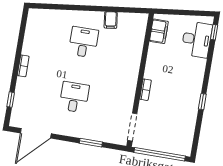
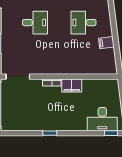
filing cabinet: (159, 31) -> (72, 86), moved
desk: (83, 42) -> (83, 23), turned 180

